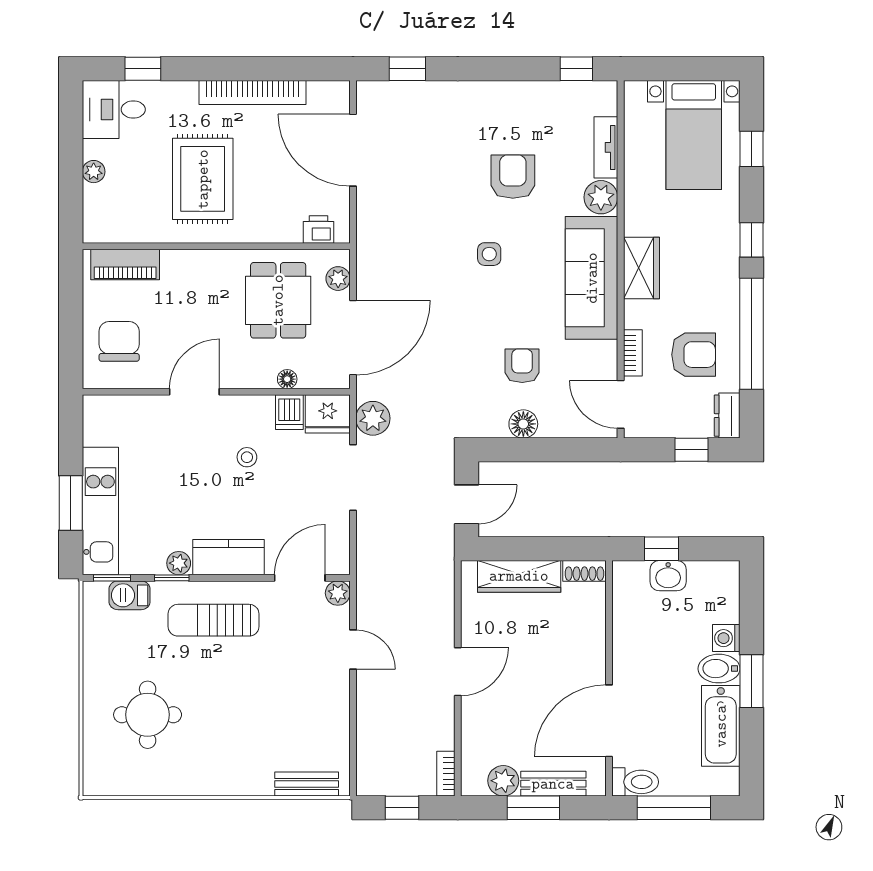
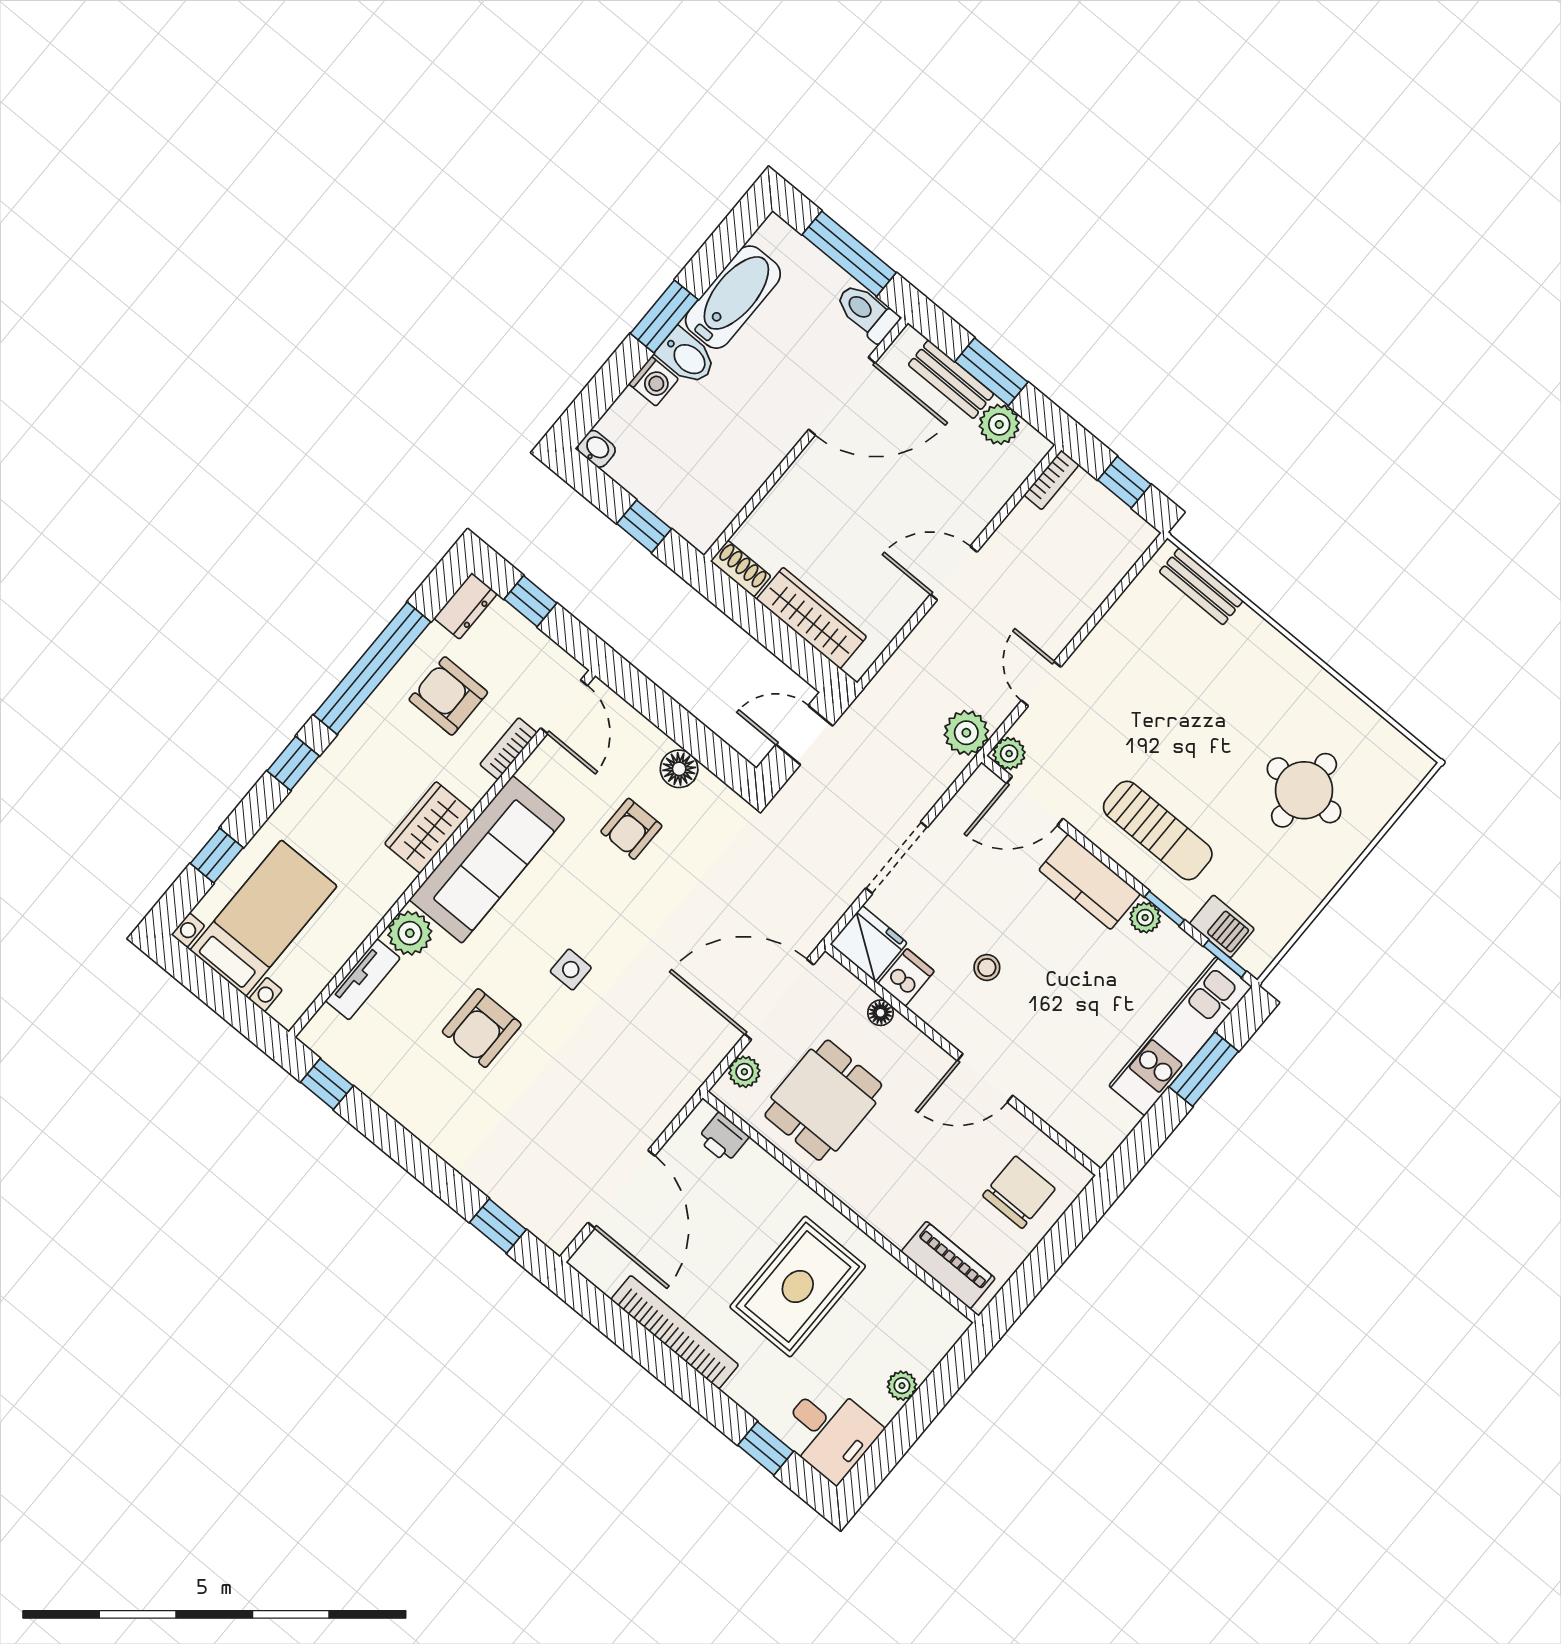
chair: (119, 341) -> (1019, 1192), turned 180
plant: (373, 418) -> (966, 733), moved
washbasin: (668, 576) -> (596, 449), moved, width x0.72, depth x0.69

